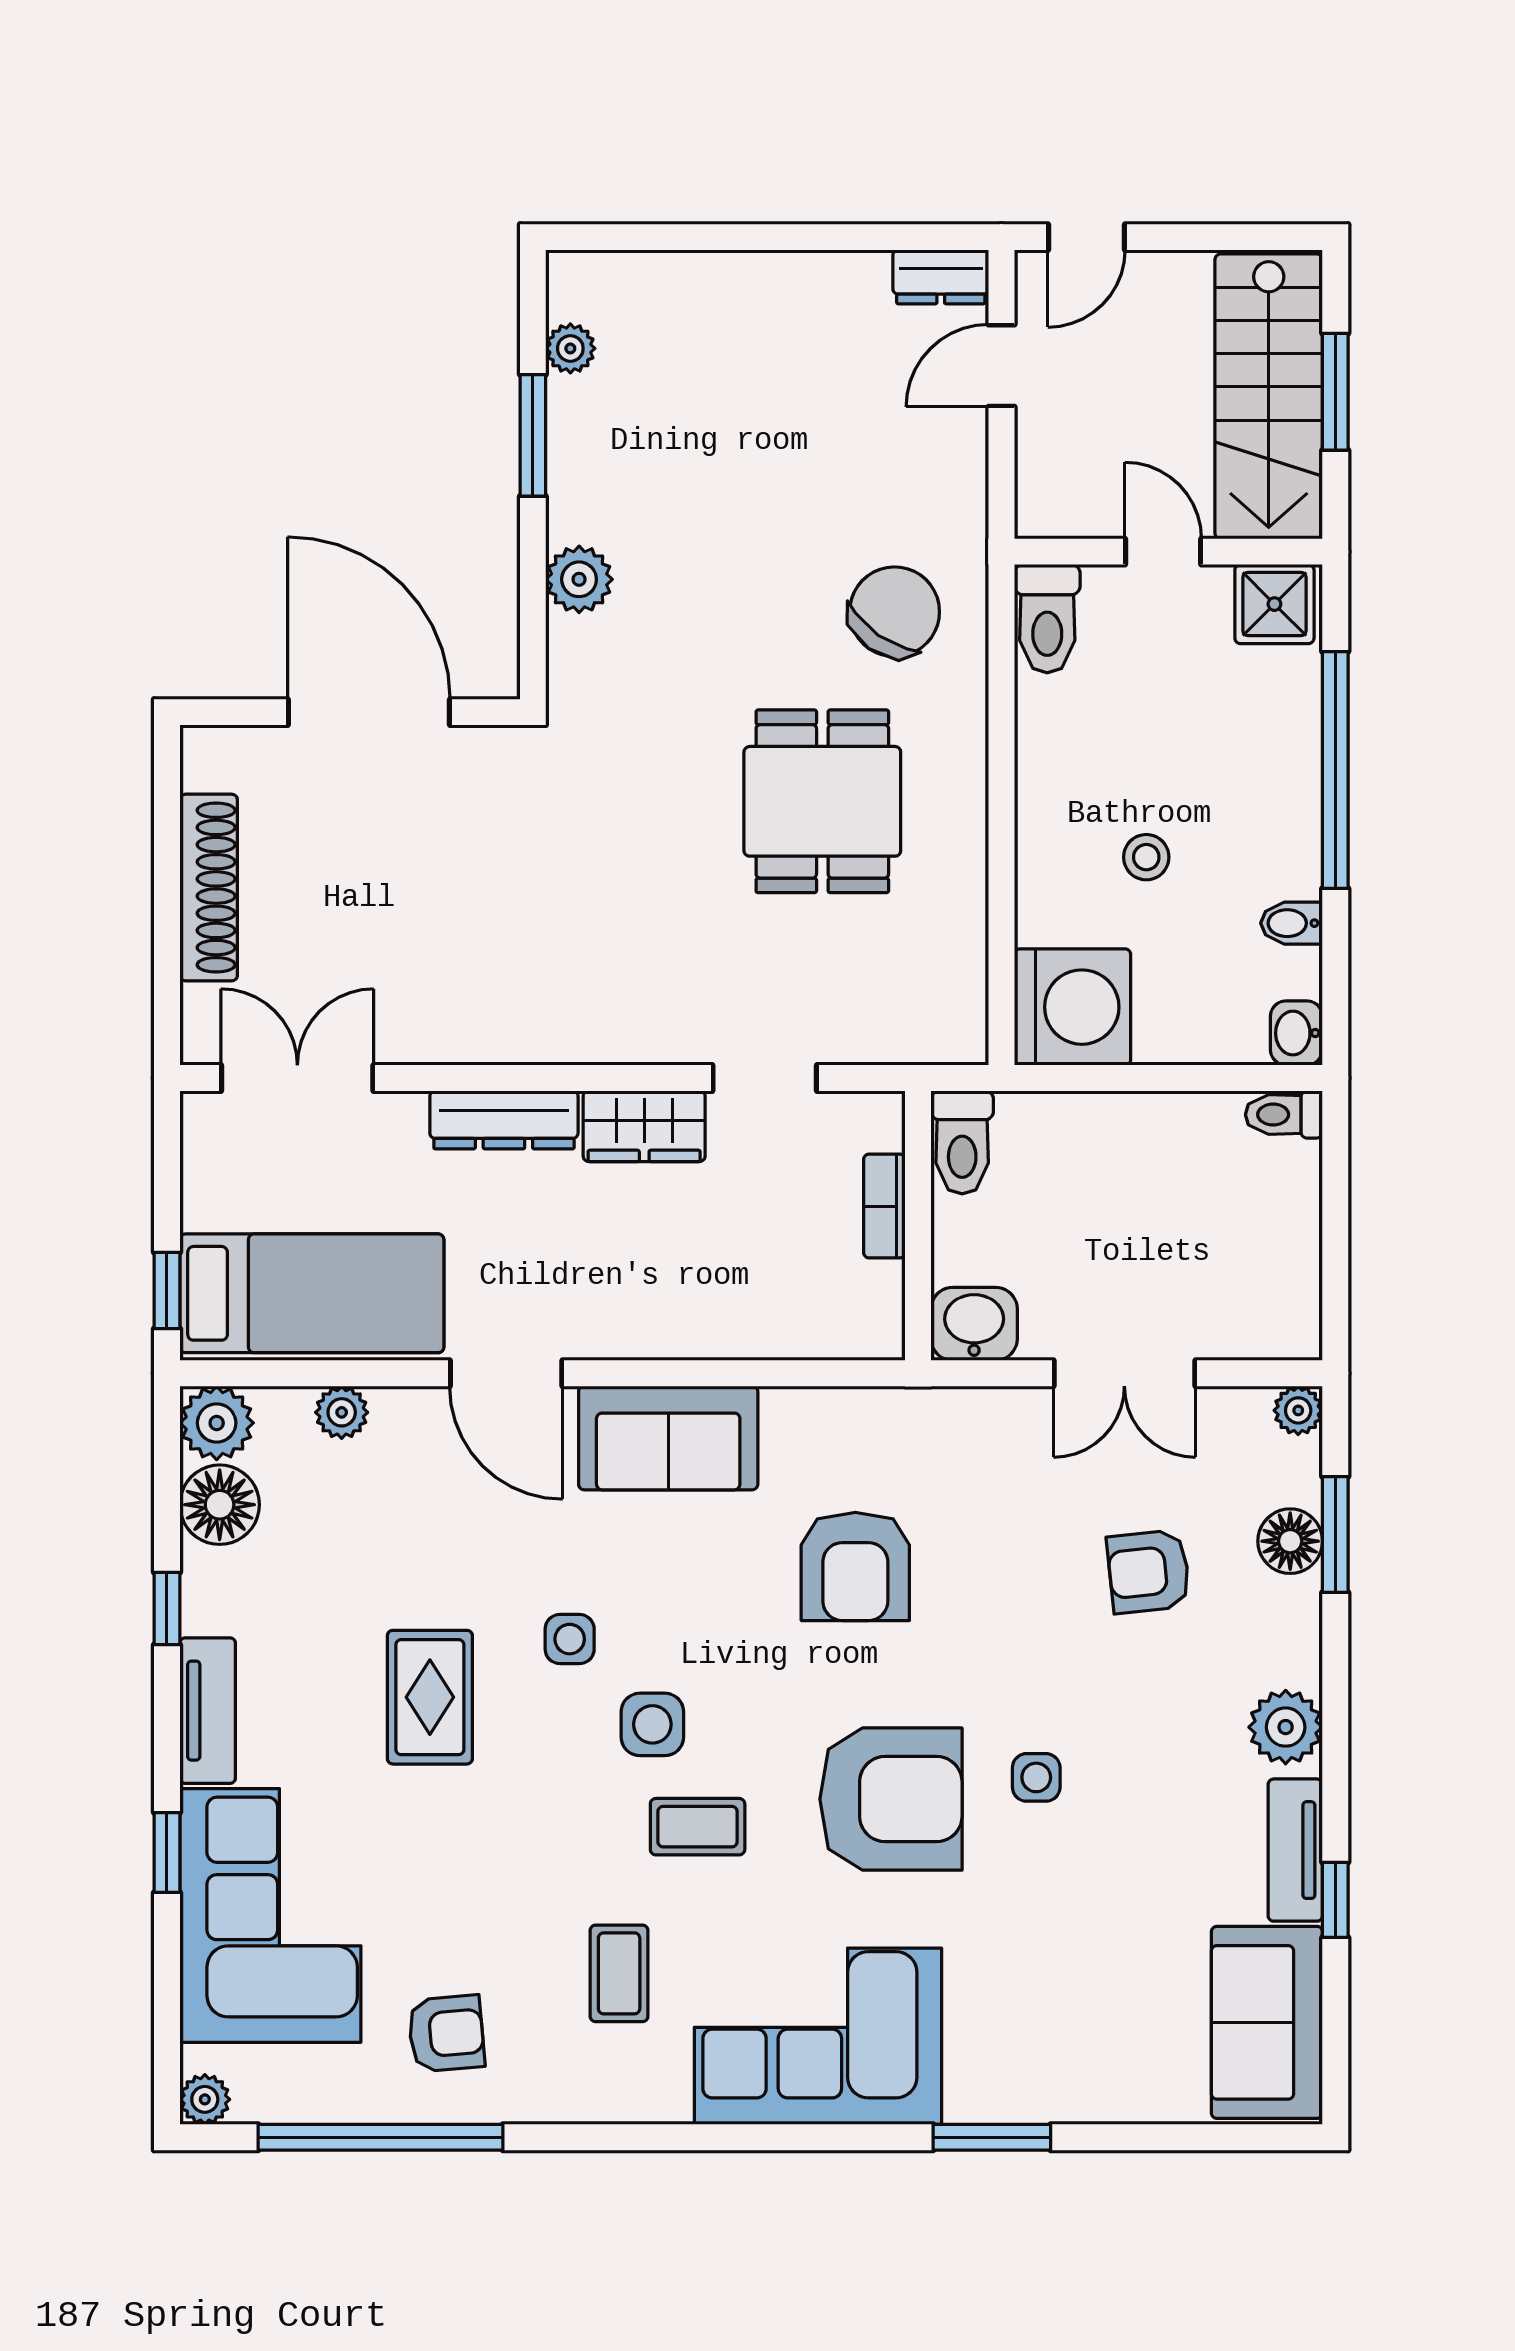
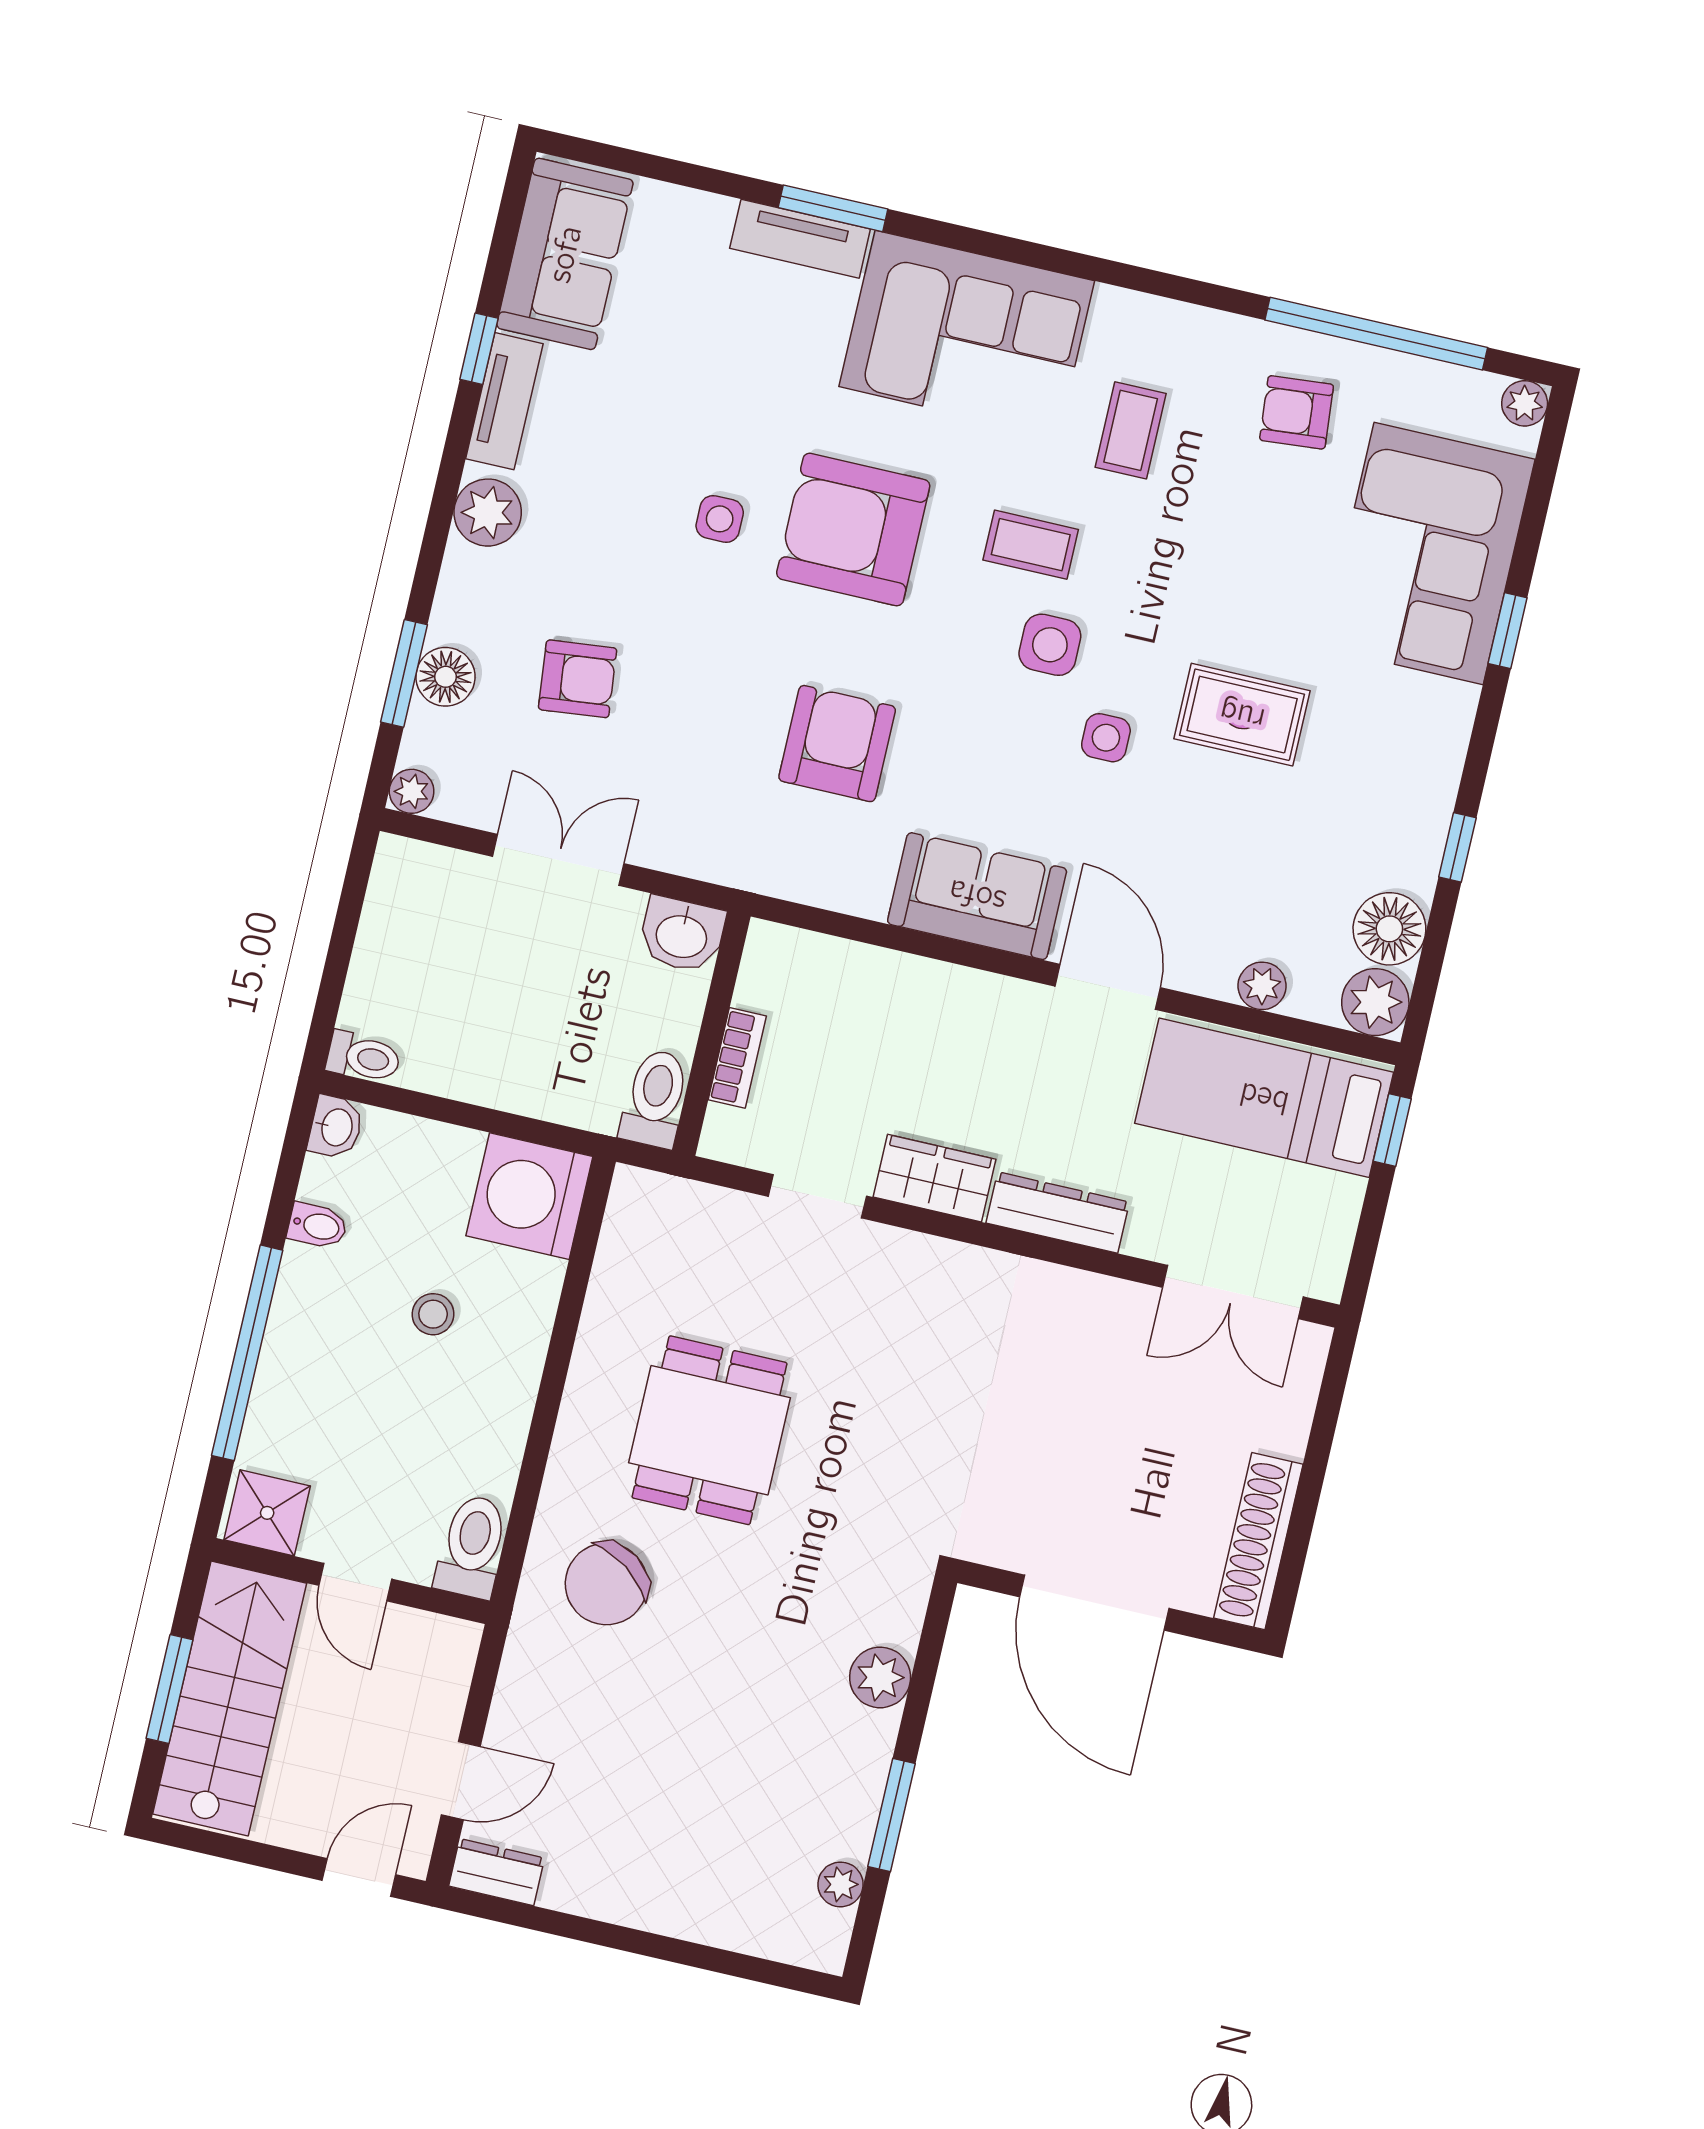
shoe rack: (209, 888) -> (1258, 1541), moved
rug: (430, 1697) -> (1242, 715), turned 90
tv unit: (208, 1711) -> (800, 239), moved, turned -90

